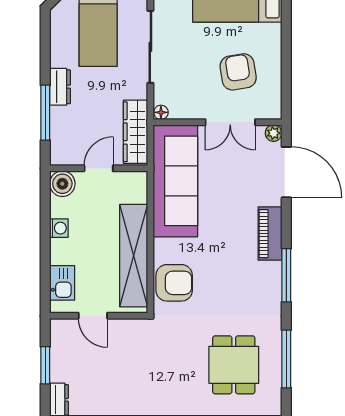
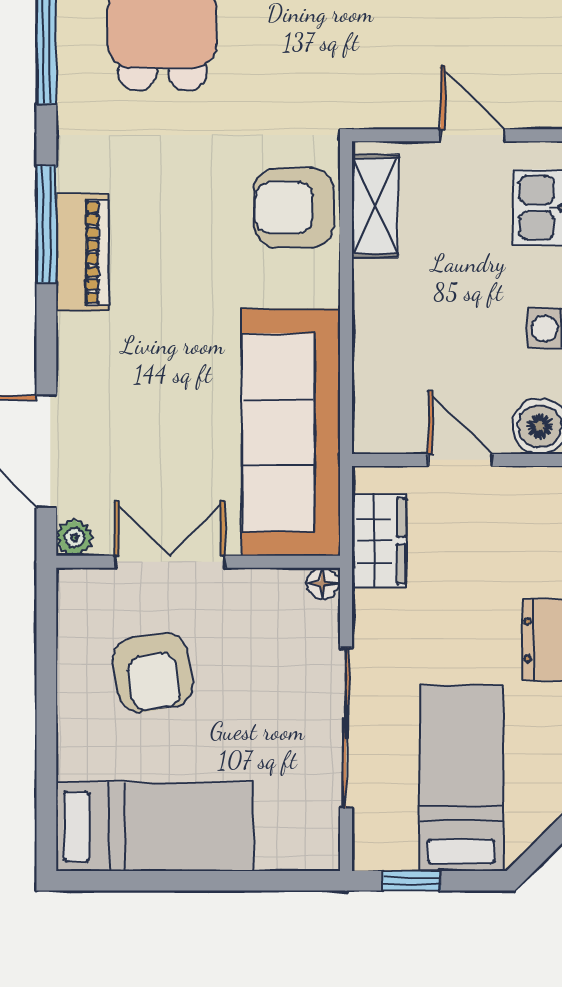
wardrobe: (136, 132) -> (379, 541), width x0.67
door: (99, 168) -> (460, 460), swing flipped
piano: (270, 234) -> (82, 252), moved
shelving: (134, 256) -> (375, 206), width x0.45, depth x0.75

